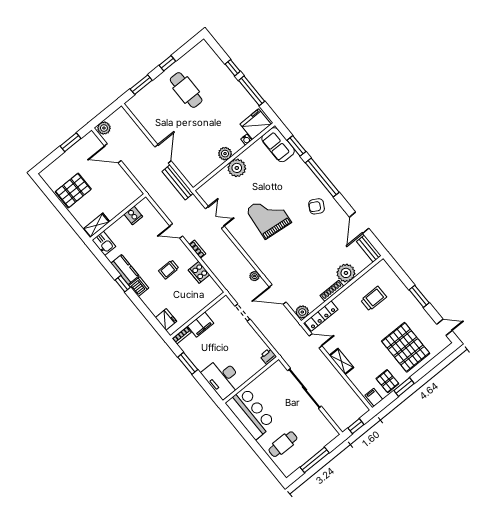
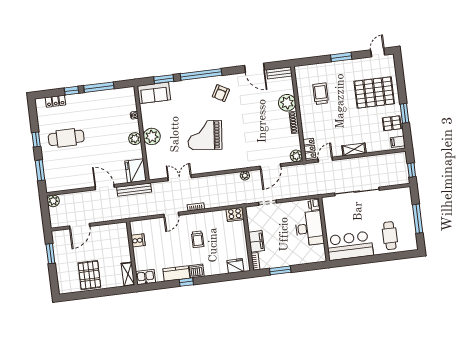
locker: (214, 59) -> (55, 101), added
fridge: (256, 124) -> (136, 171), moved
plant: (104, 128) -> (53, 201), moved
cooker: (199, 272) -> (235, 214), moved
locker: (321, 316) -> (309, 148), width x0.66
desk: (222, 378) -> (309, 228), moved, turned -90

